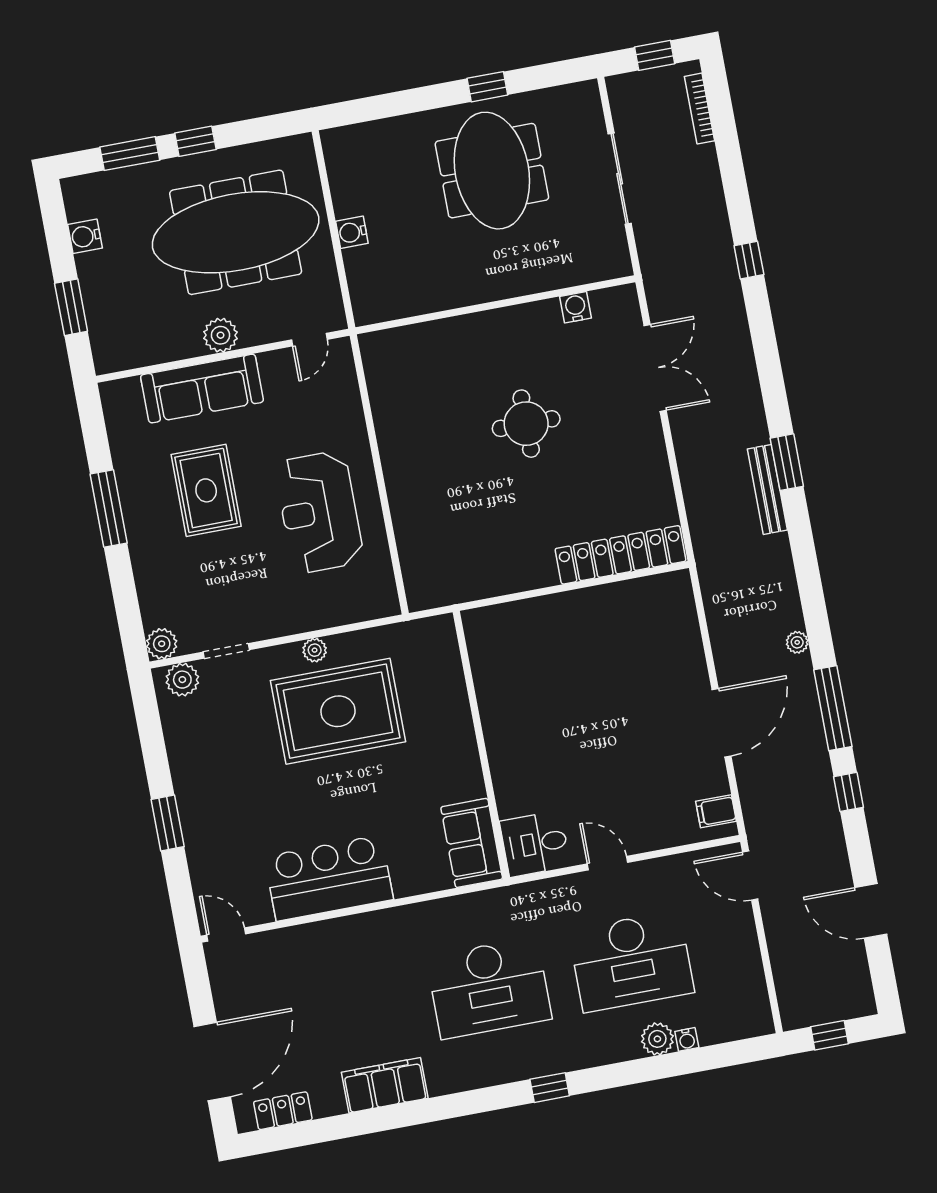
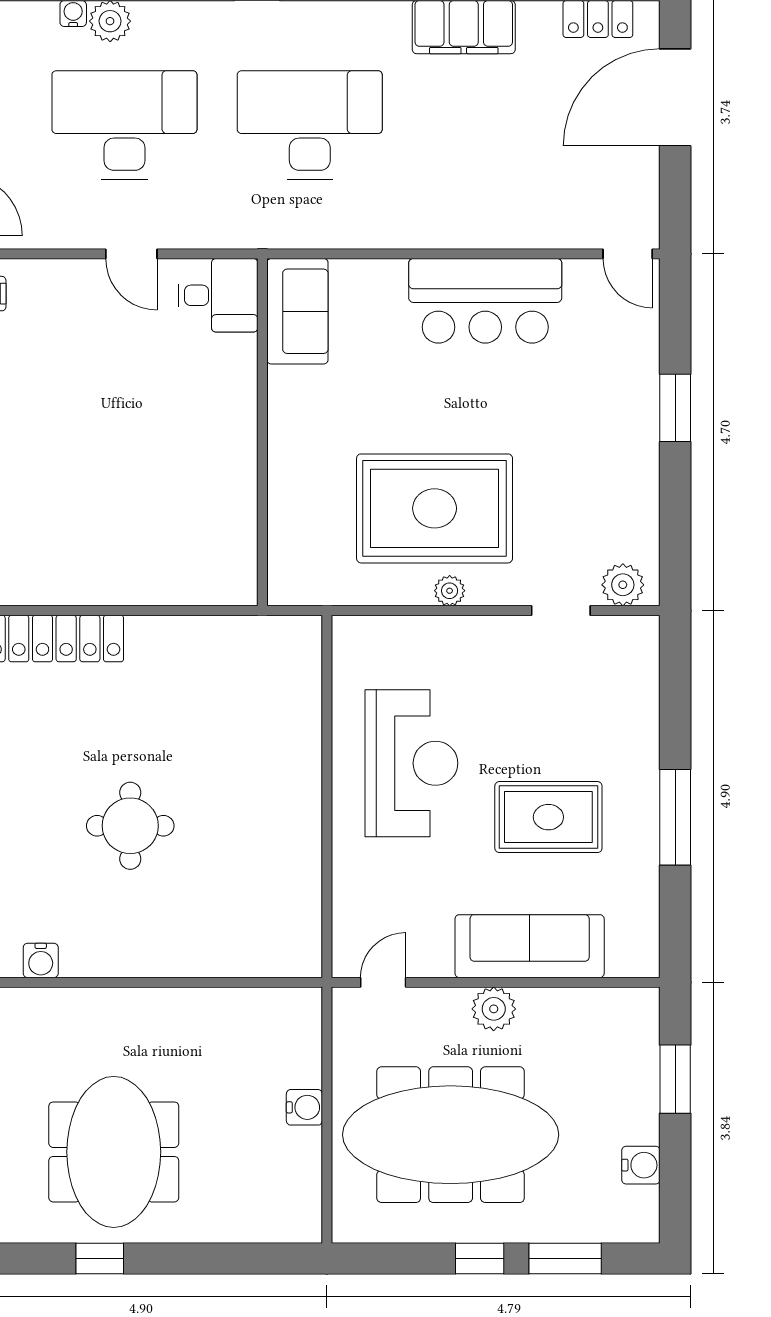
rug: (206, 490) -> (548, 817), turned 90
plant: (162, 644) -> (640, 635), removed

